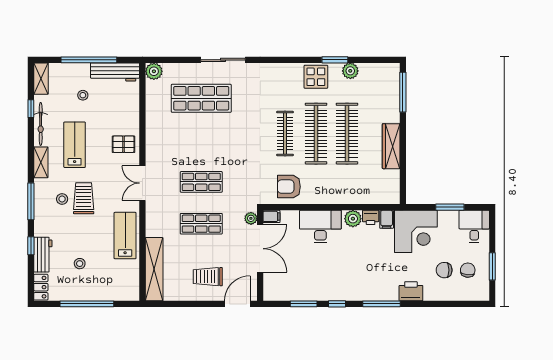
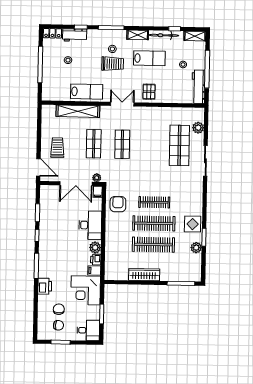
plant: (154, 71) -> (198, 128), moved
shelving: (154, 269) -> (78, 111), moved

